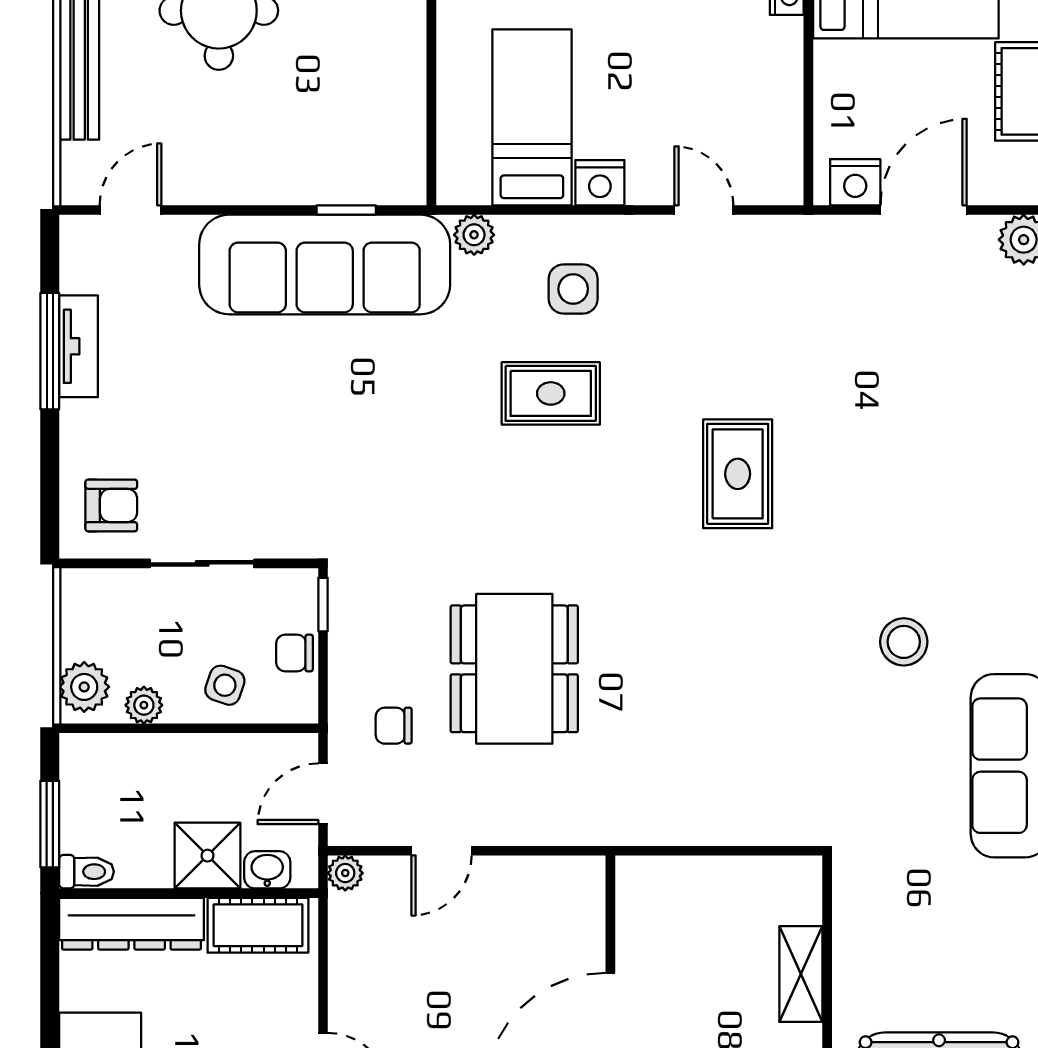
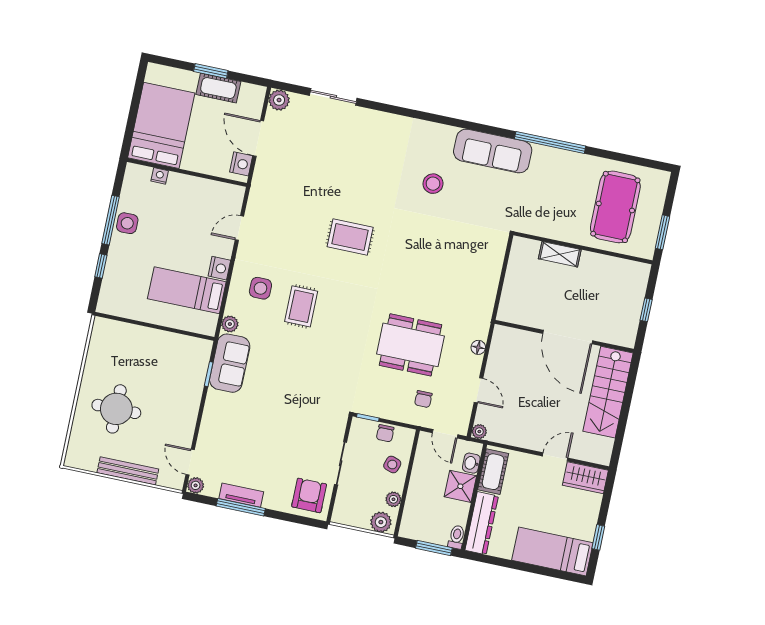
plant: (79, 234) -> (196, 485), added
sofa: (325, 265) -> (230, 363), width x0.54, depth x0.79
armchair: (111, 505) -> (309, 495), width x1.38, depth x1.38
floor lamp: (542, 829) -> (478, 347), added

